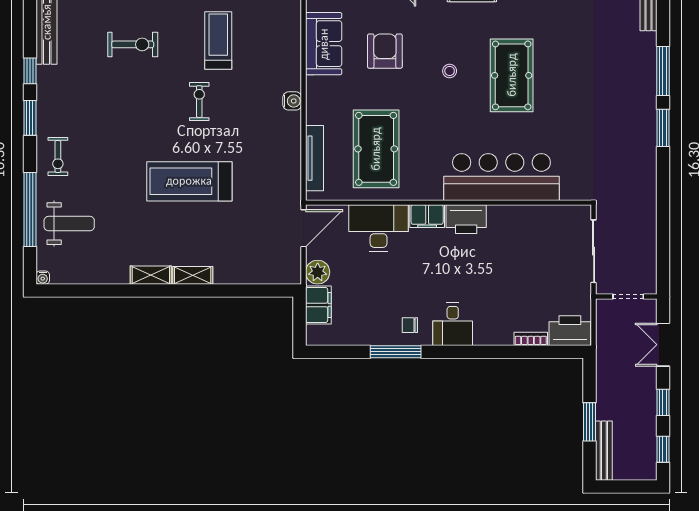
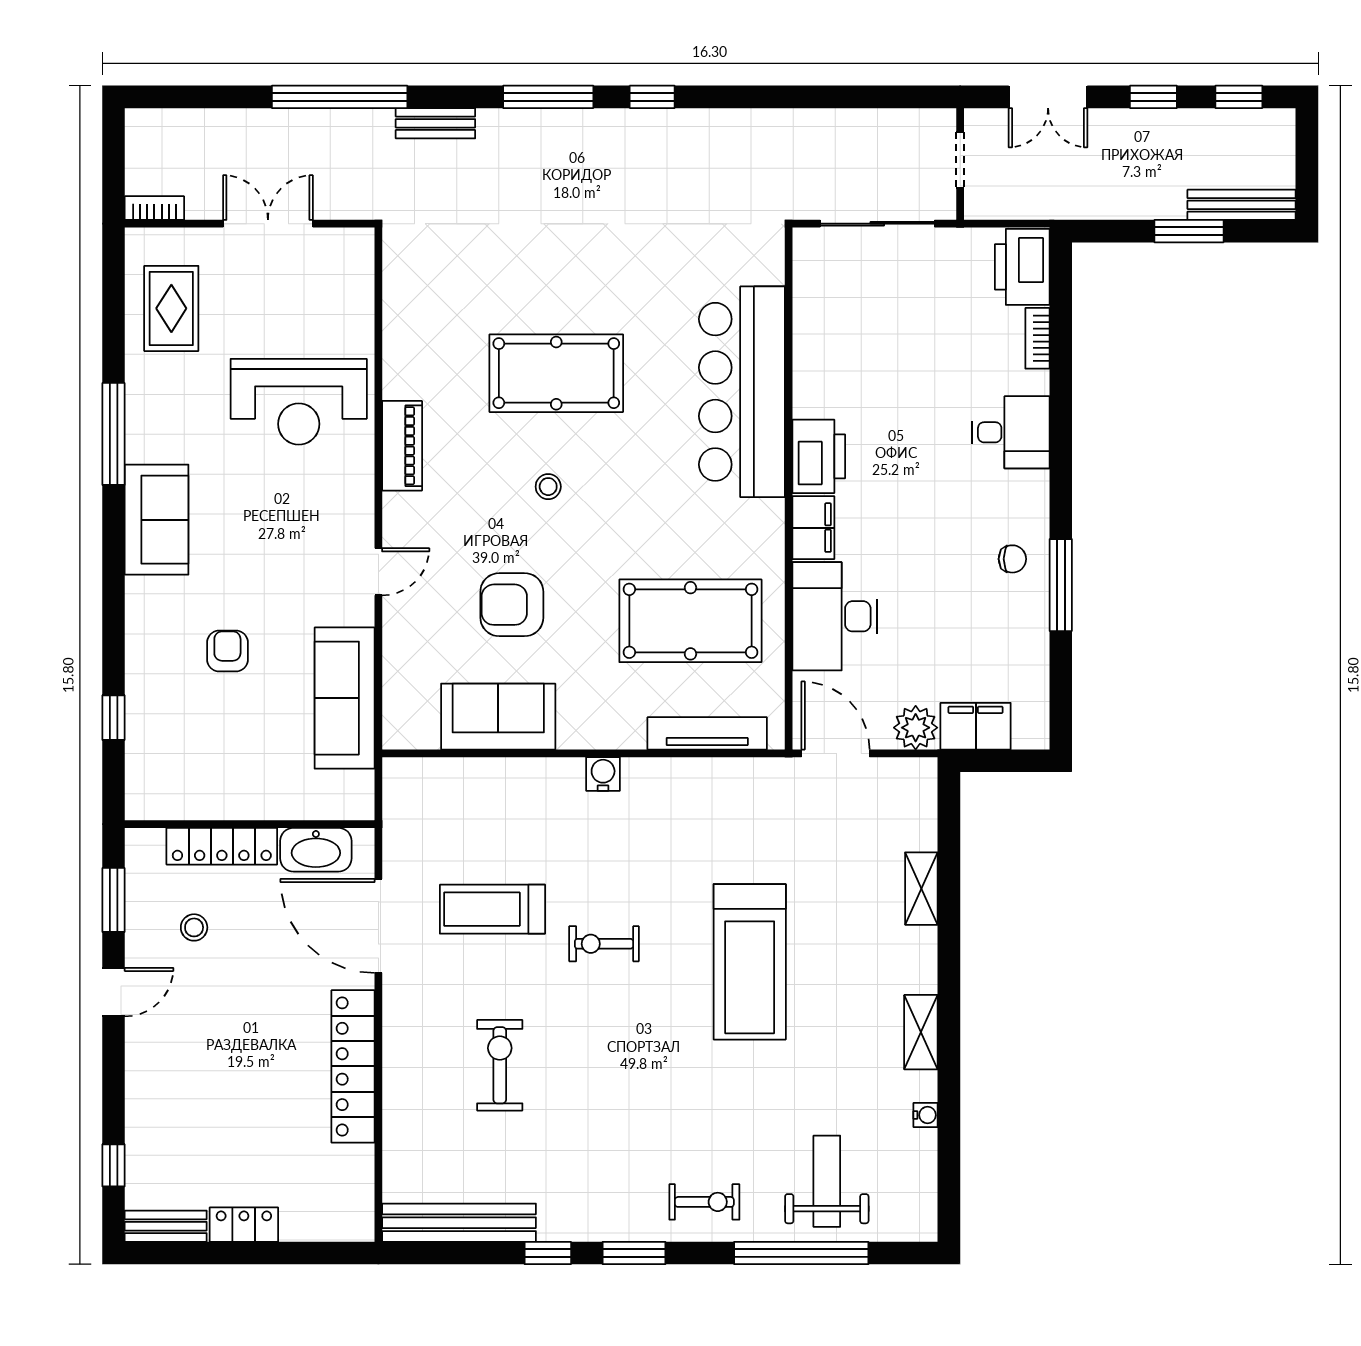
window: (663, 128) -> (652, 97), width x0.67
shelving: (193, 275) -> (921, 889), moved
water cooler: (43, 278) -> (926, 1115), moved
desk: (453, 324) -> (1011, 432), moved
chair: (410, 325) -> (1012, 559), turned -90

